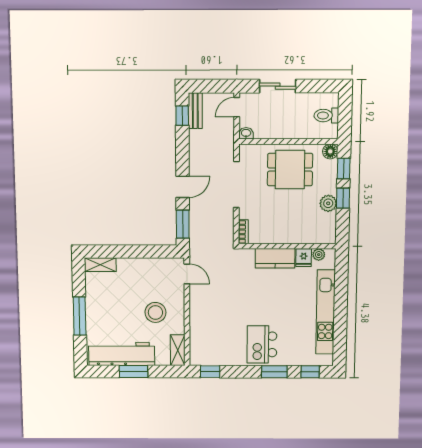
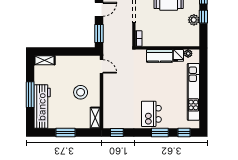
workbench: (122, 354) -> (42, 107), moved, turned 90

